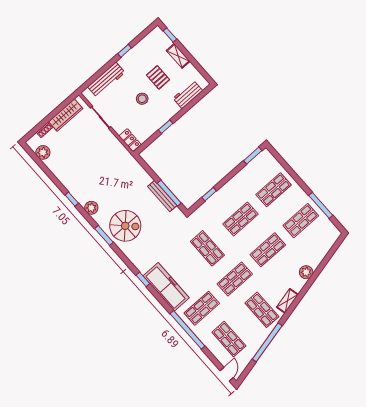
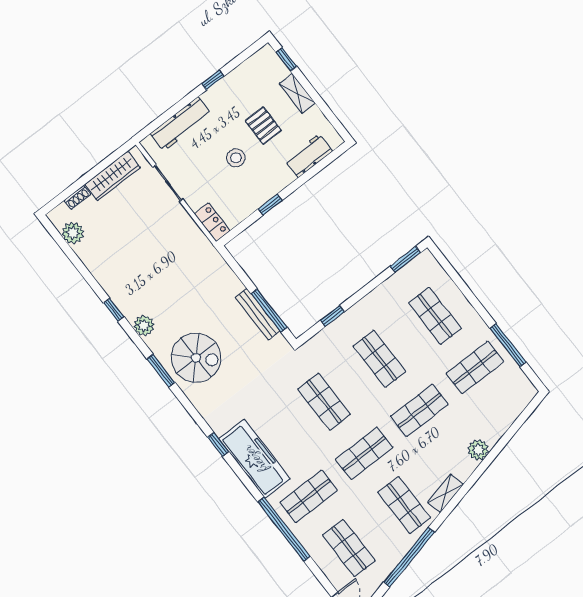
shop shelf: (273, 190) -> (435, 316), turned 90
shop shelf: (240, 219) -> (379, 359), turned 90

